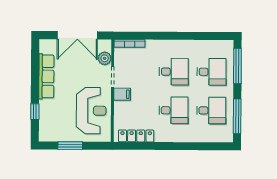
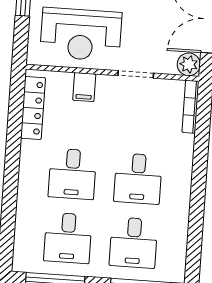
plant: (105, 58) -> (189, 64), moved
filing cabinet: (122, 94) -> (84, 87), moved

